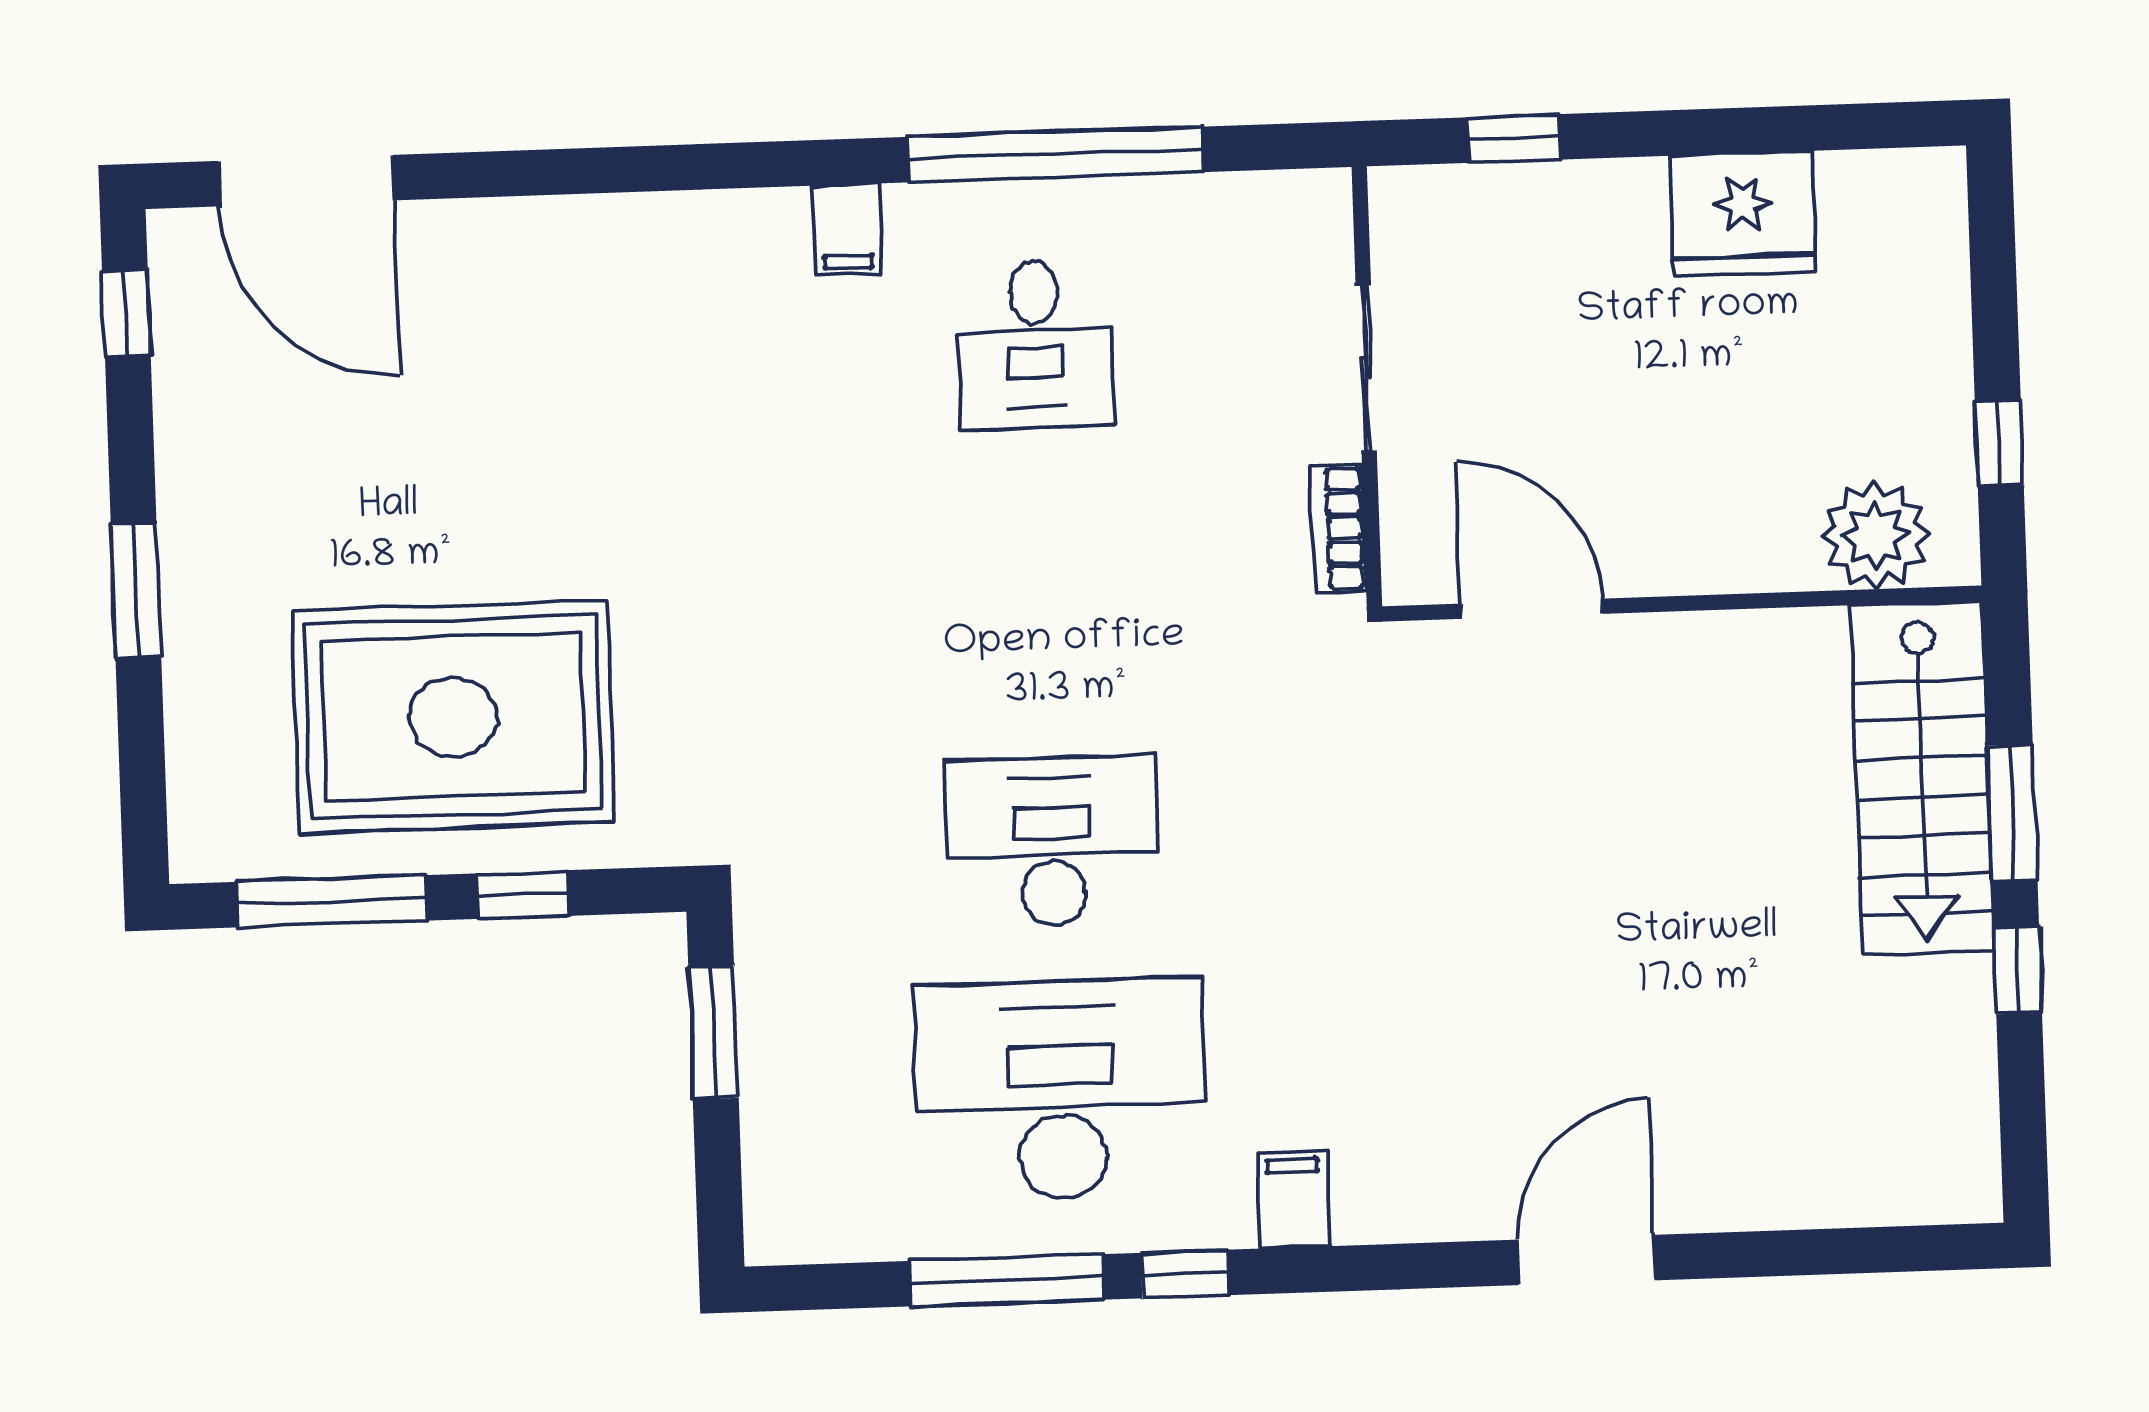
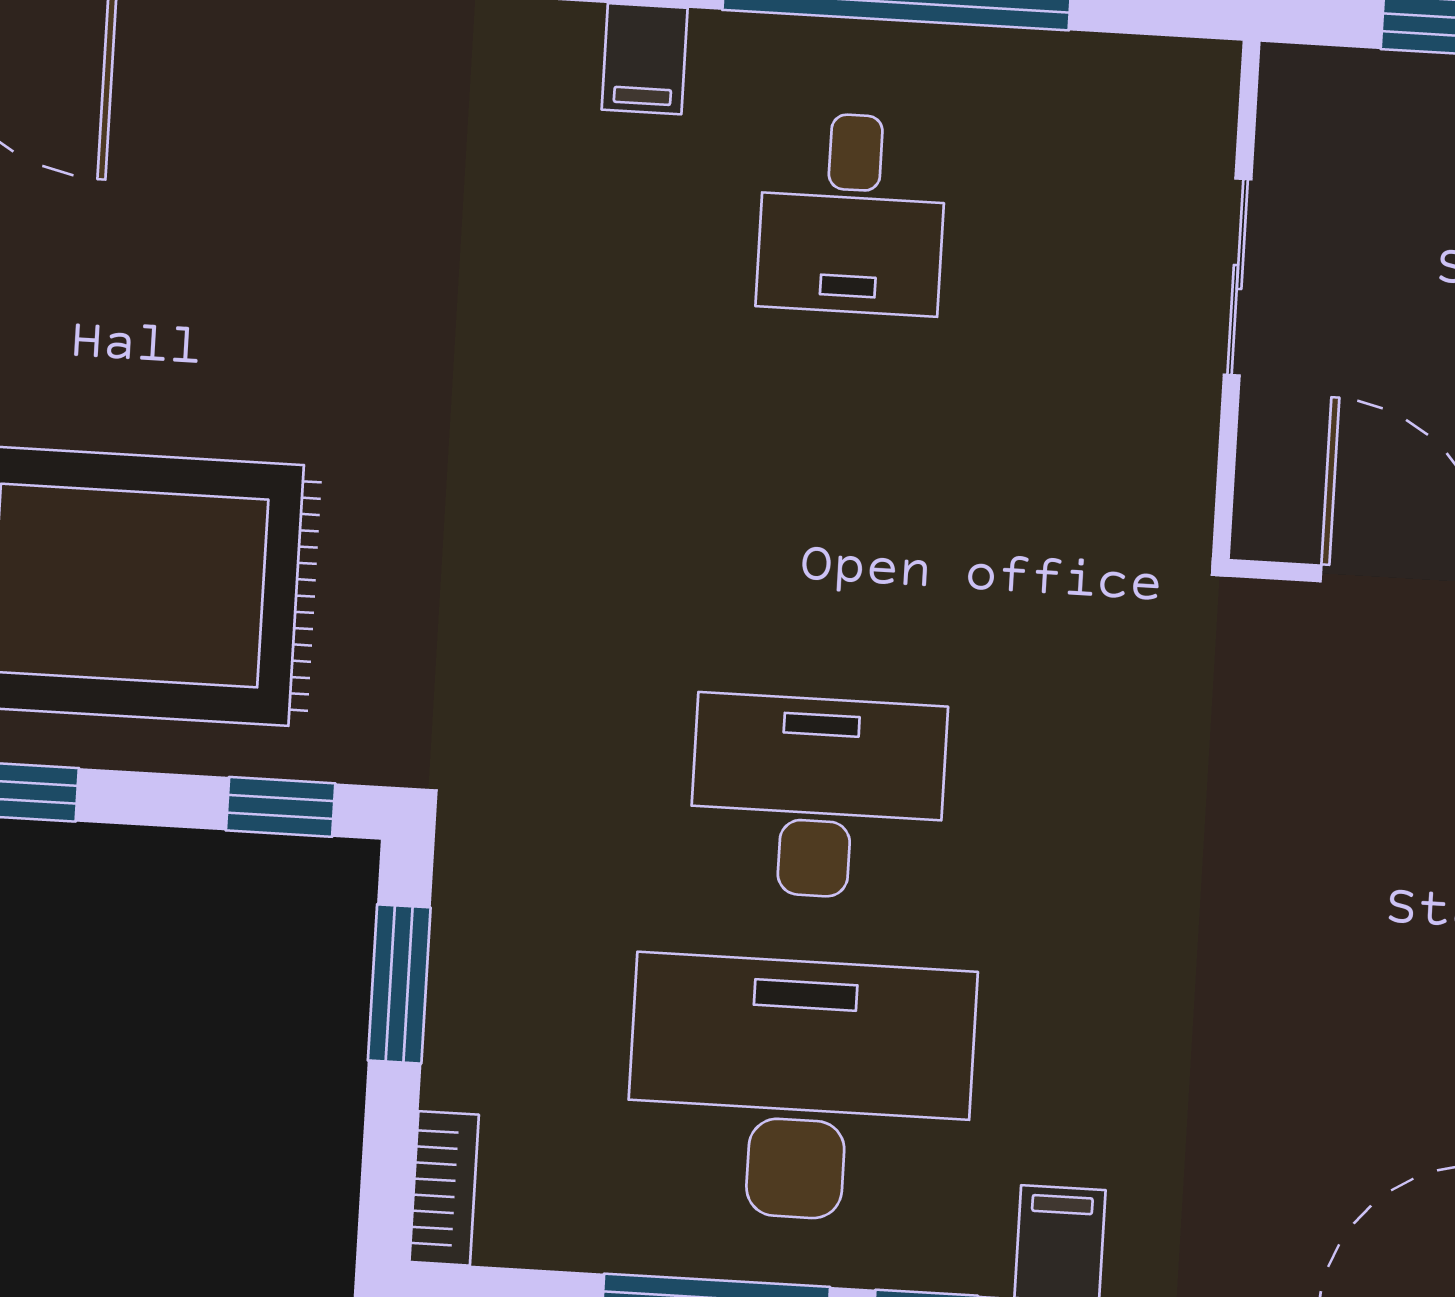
bookcase: (1339, 528) -> (444, 1188), moved, turned 180
window: (523, 895) -> (281, 807), moved

